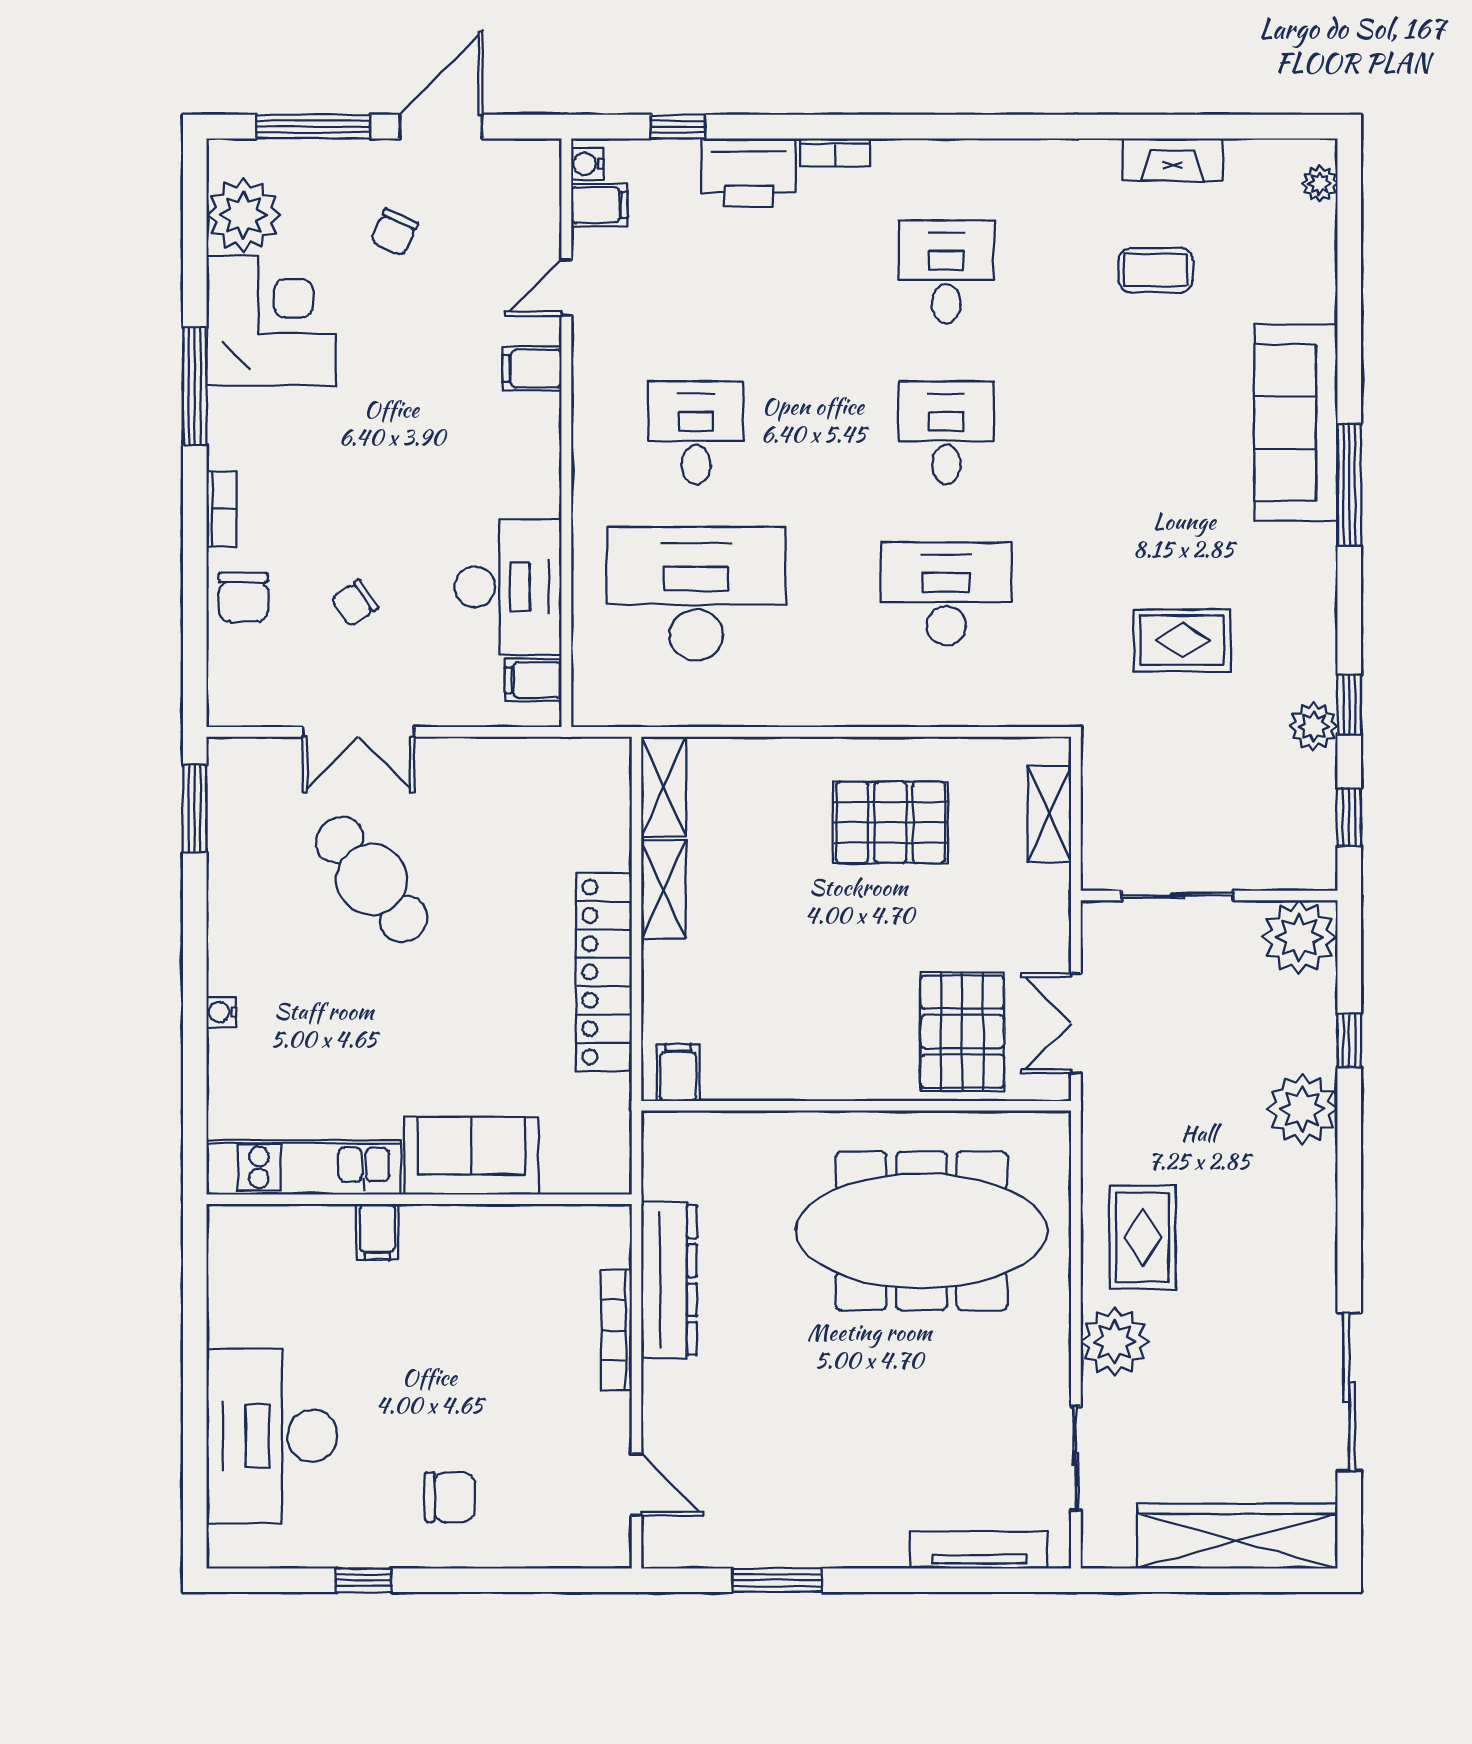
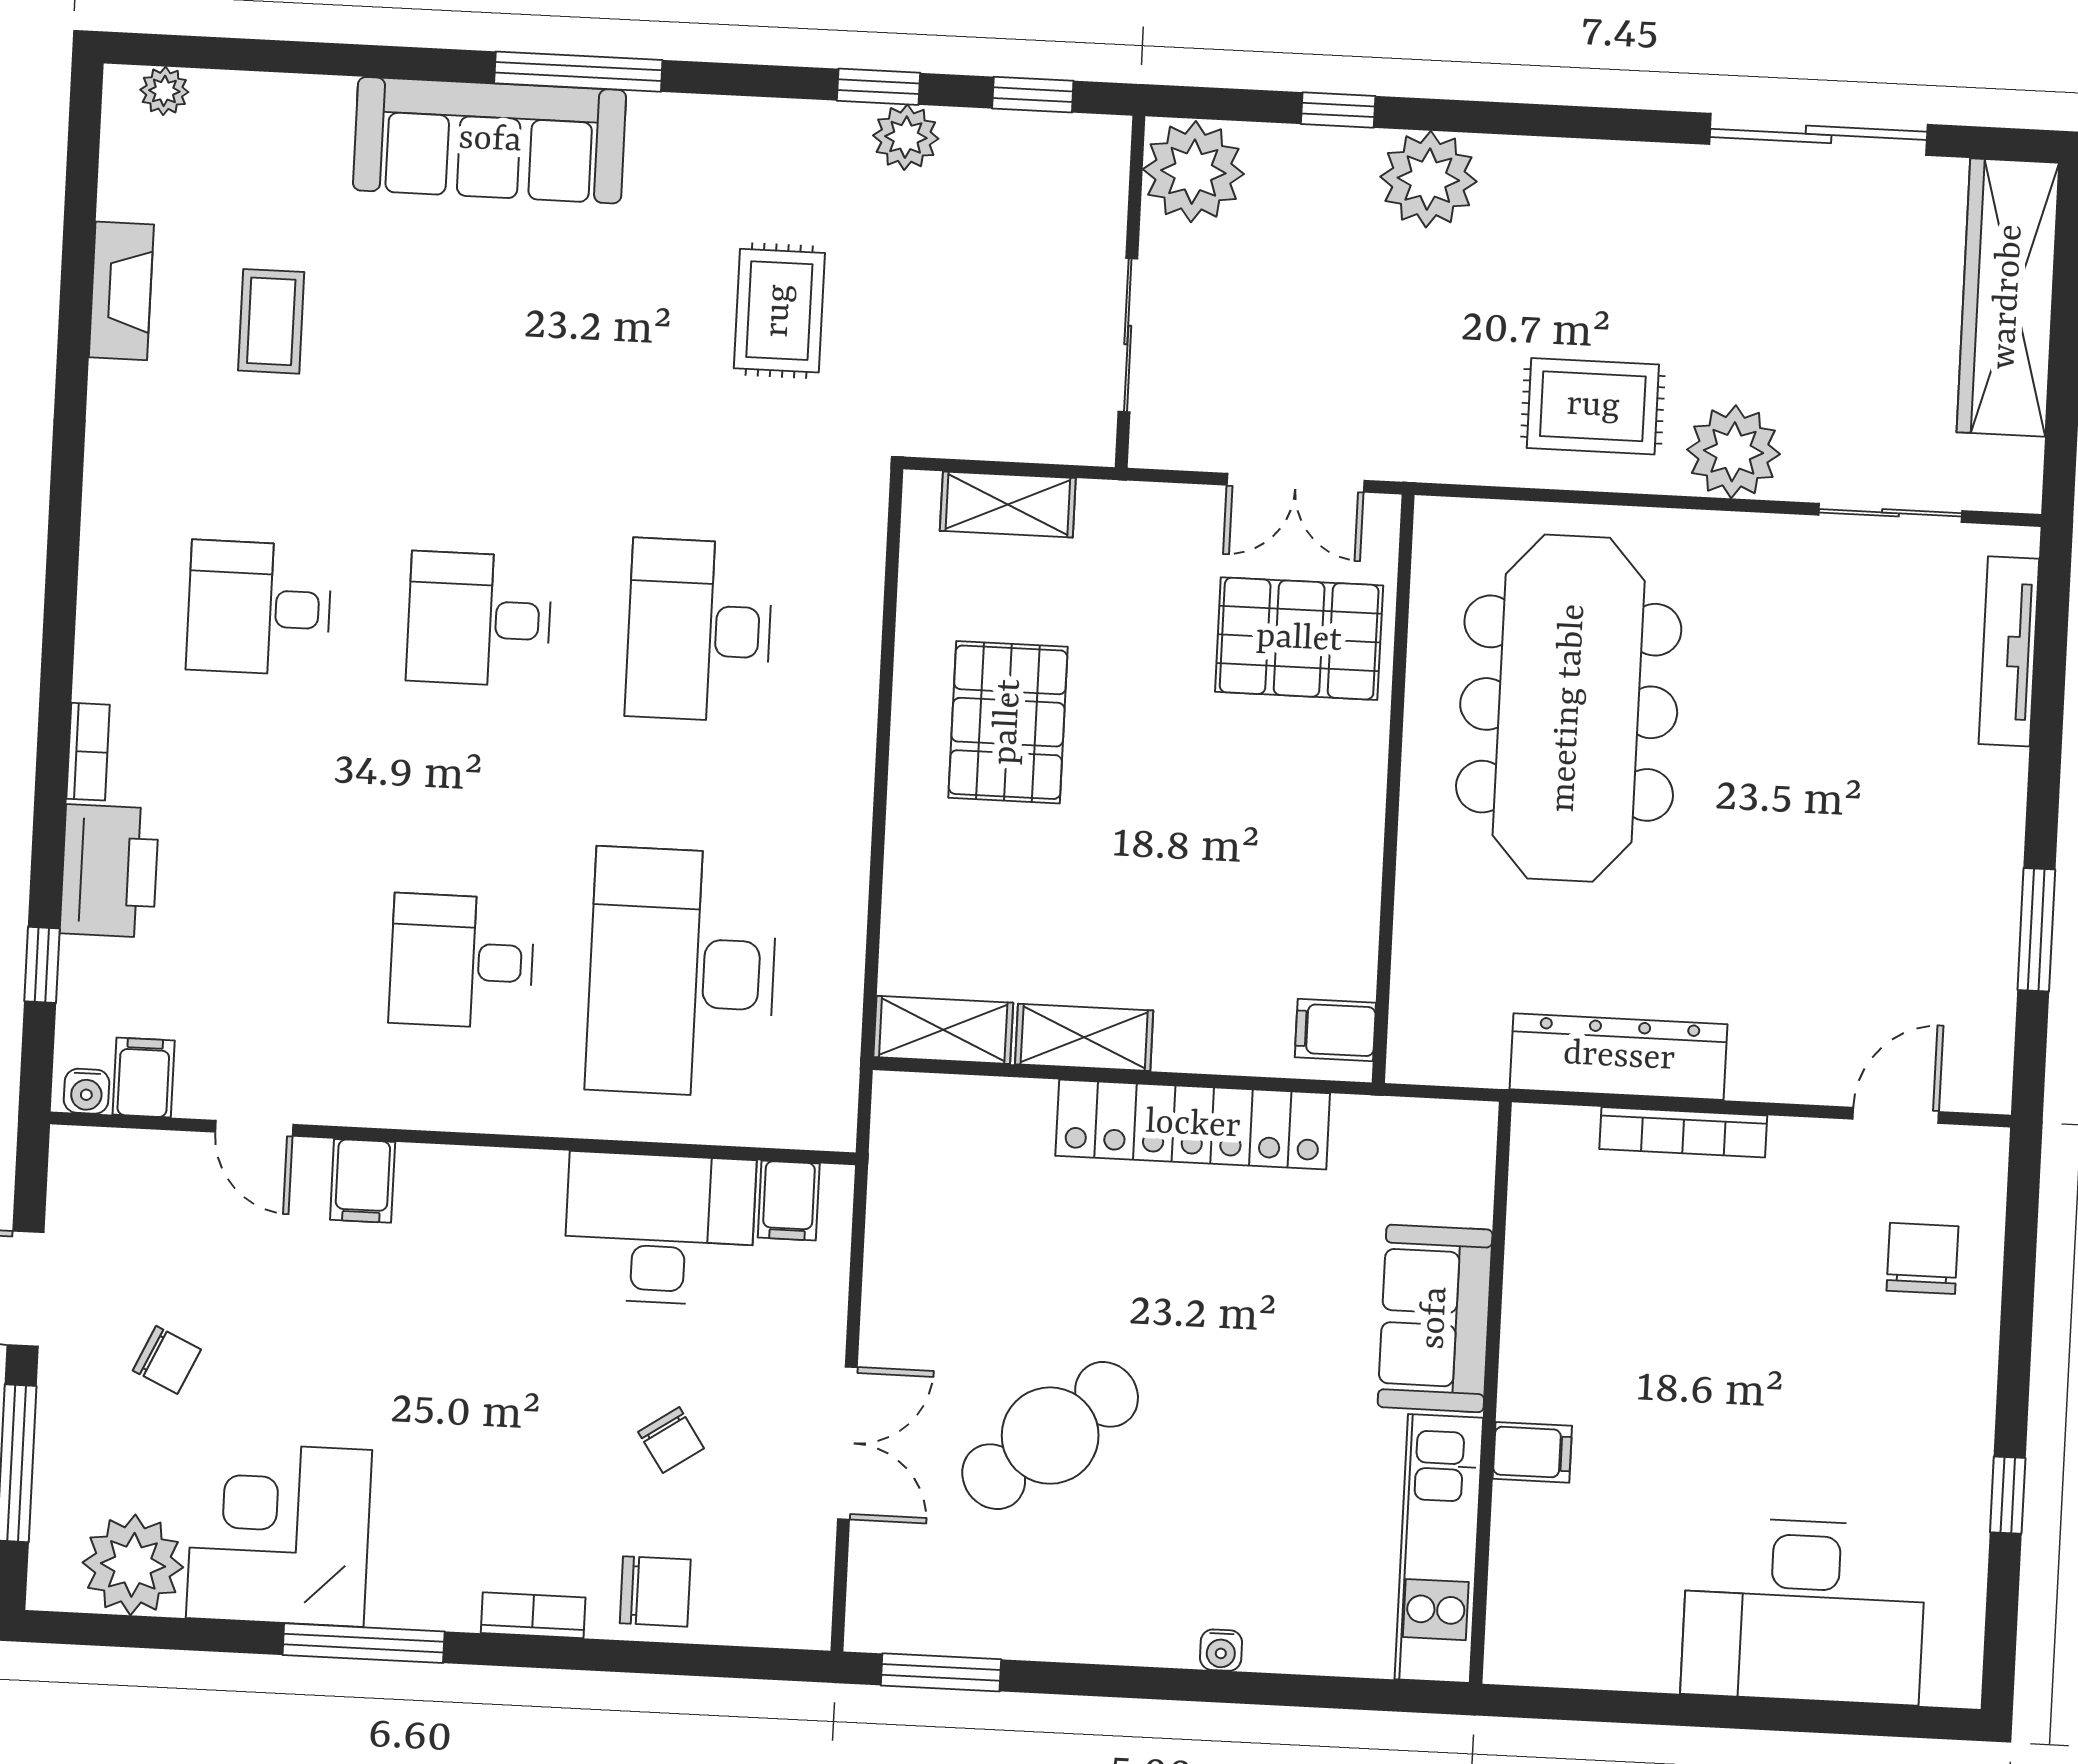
chair: (450, 1497) -> (1922, 1258), moved

